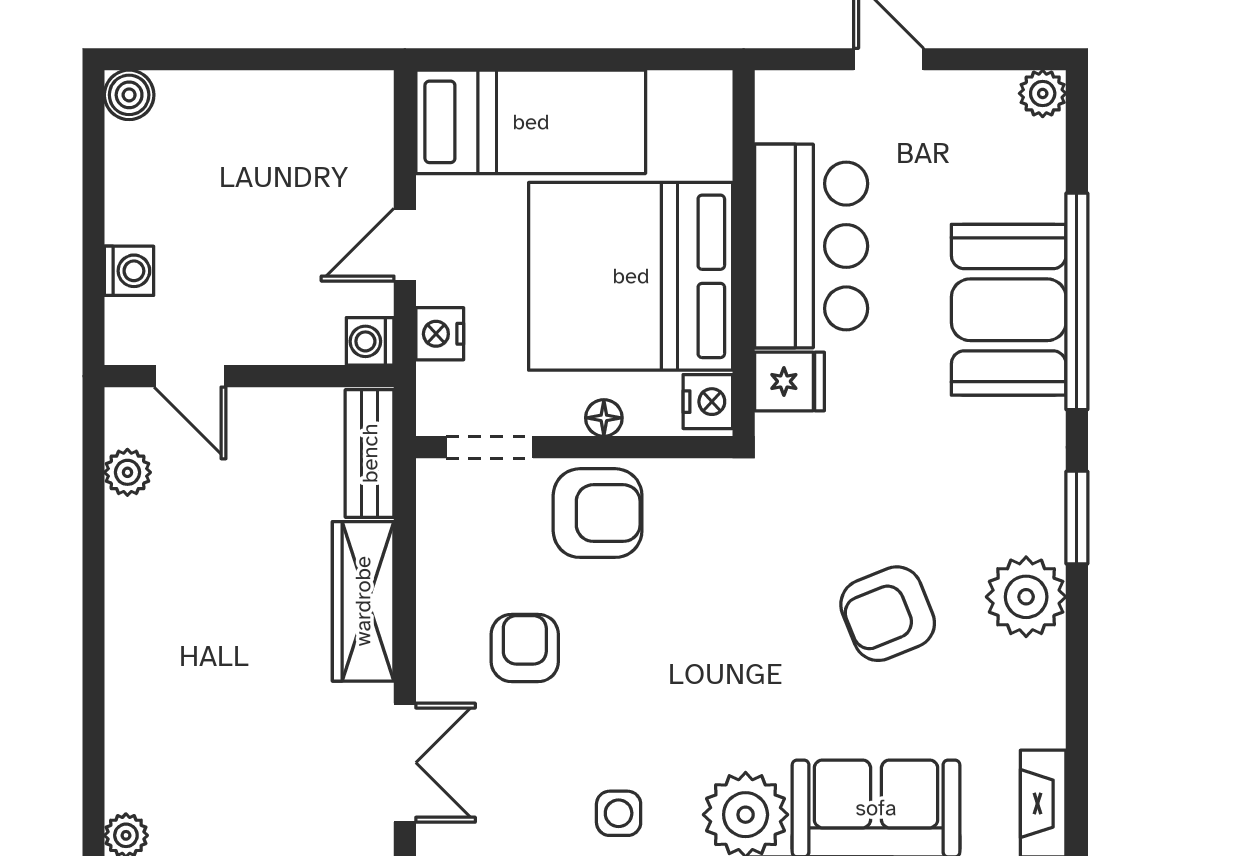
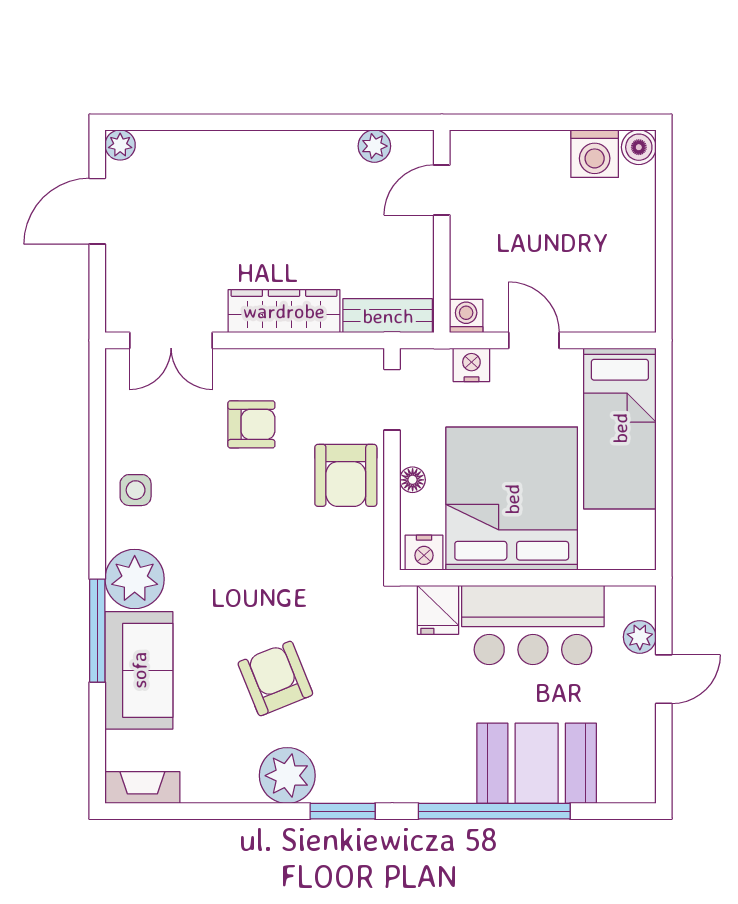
plant: (1043, 93) -> (640, 637), moved
washing machine: (129, 271) -> (595, 154), moved, width x1.38, depth x1.38
booth: (1009, 310) -> (537, 763), moved

